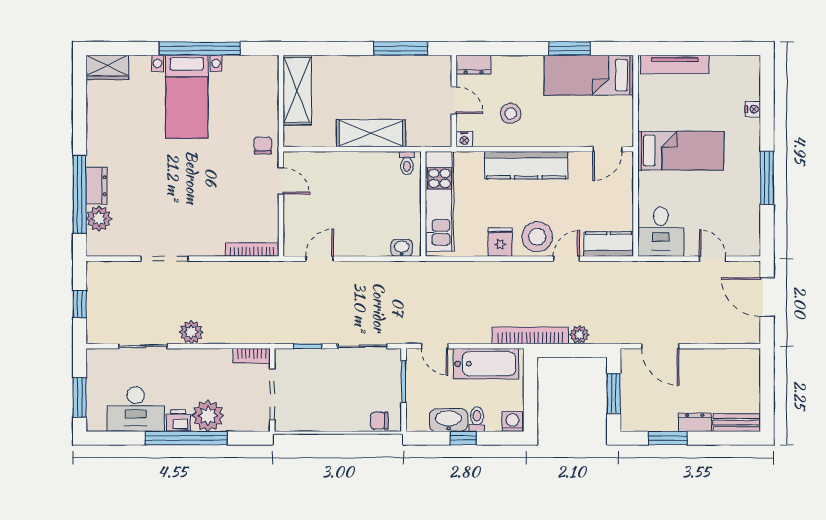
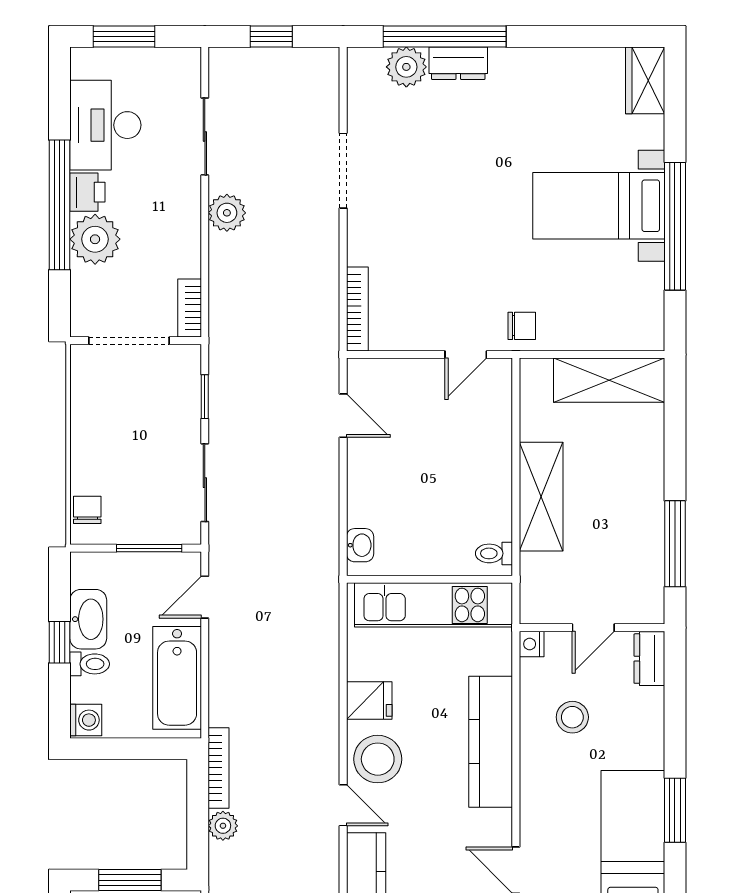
bookcase: (530, 335) -> (219, 768), width x0.68, depth x0.76

